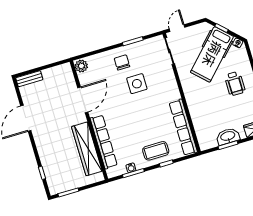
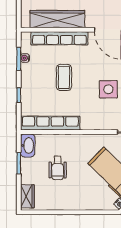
wheelchair: (235, 83) -> (58, 168), moved, turned -90
washbasin: (228, 136) -> (28, 145), moved
coffee table: (156, 151) -> (64, 77), moved

